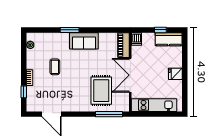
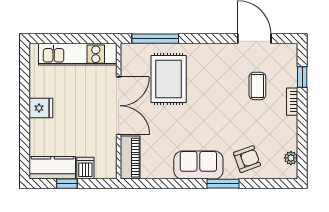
dishwasher: (137, 39) -> (85, 168), moved
armchair: (56, 44) -> (247, 159), added
coffee table: (55, 67) -> (257, 86), moved

